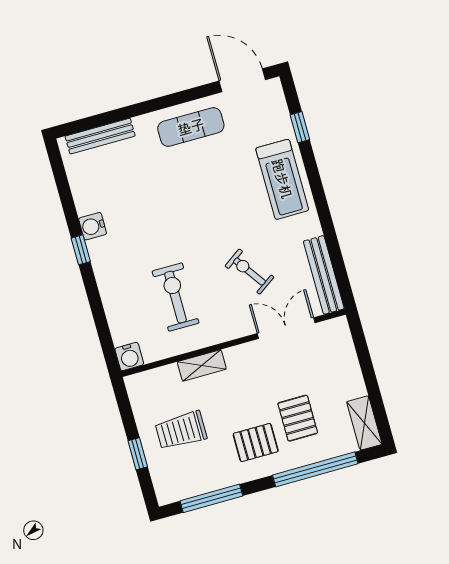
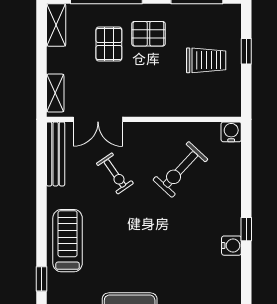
exercise bike: (176, 297) -> (180, 170), turned 43
shelving: (202, 365) -> (55, 93), moved, turned 90

